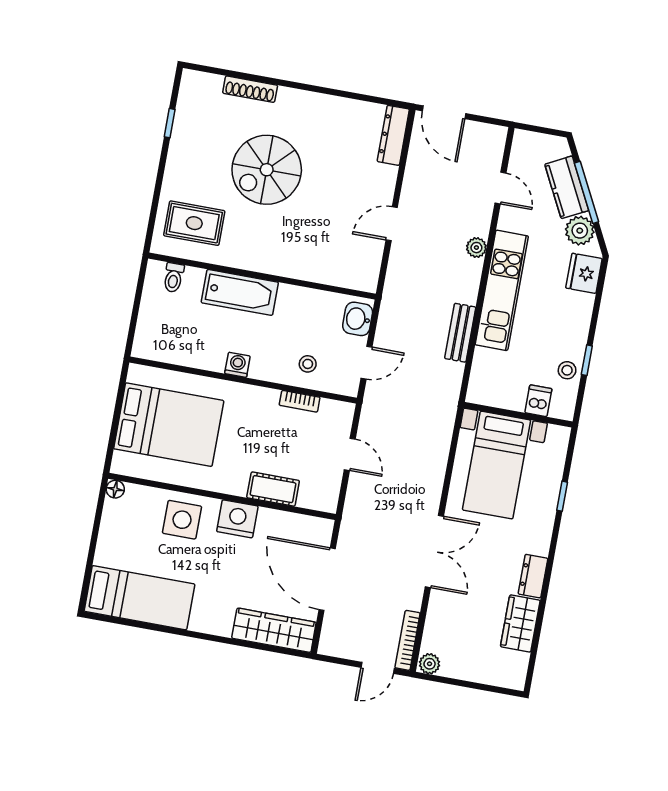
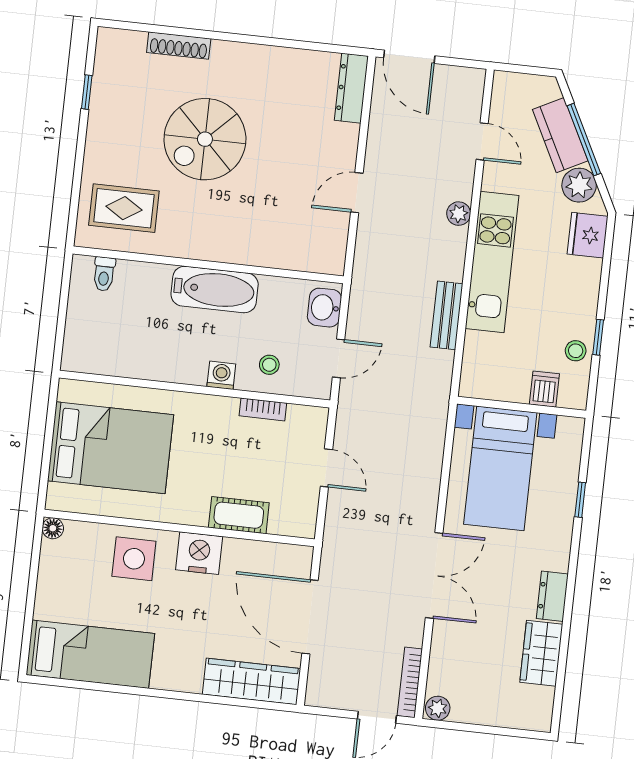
bathtub: (240, 292) -> (215, 290), moved
washing machine: (237, 365) -> (221, 375), moved

